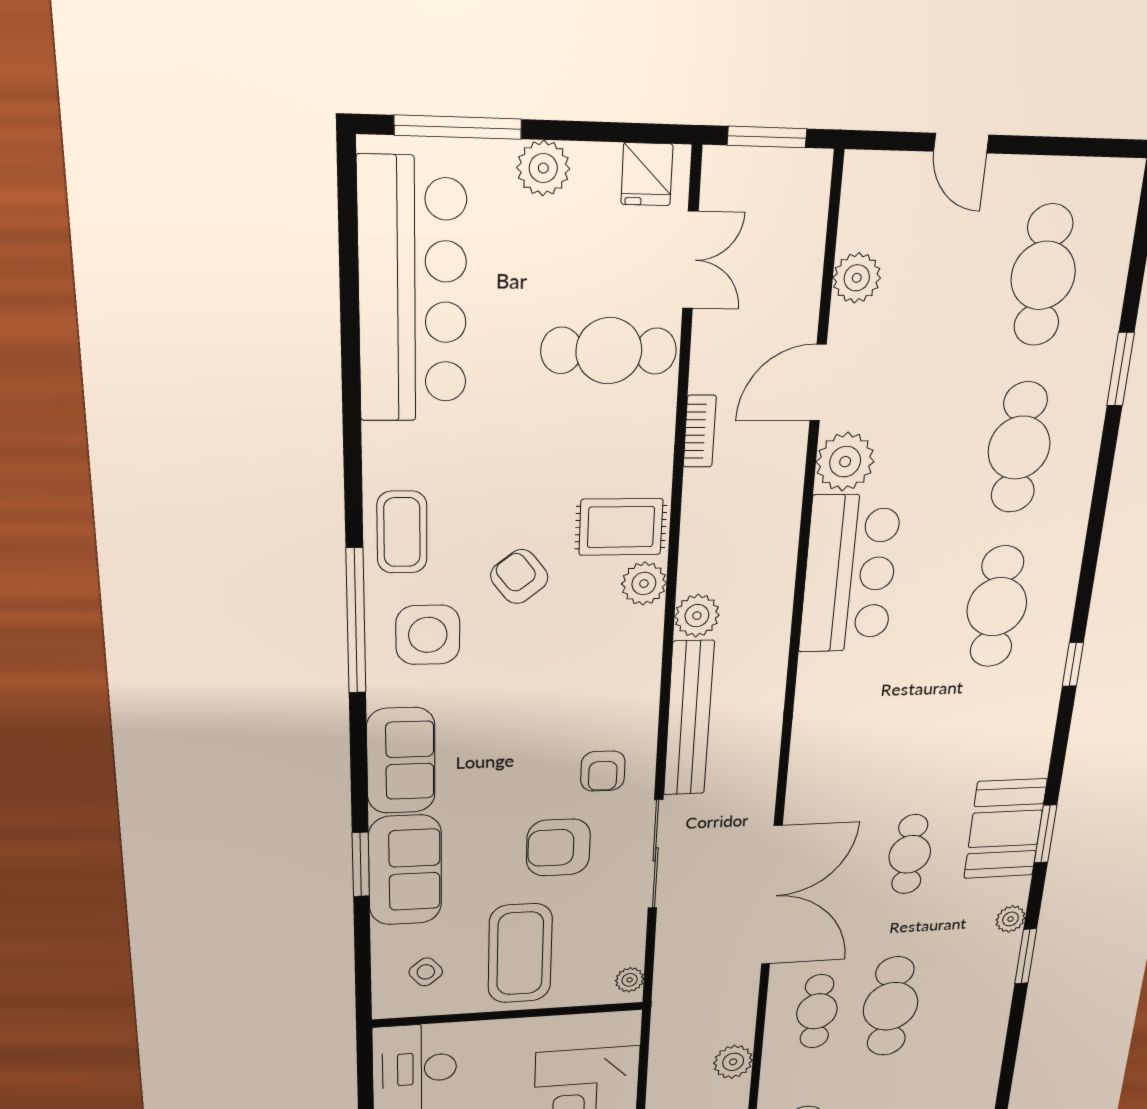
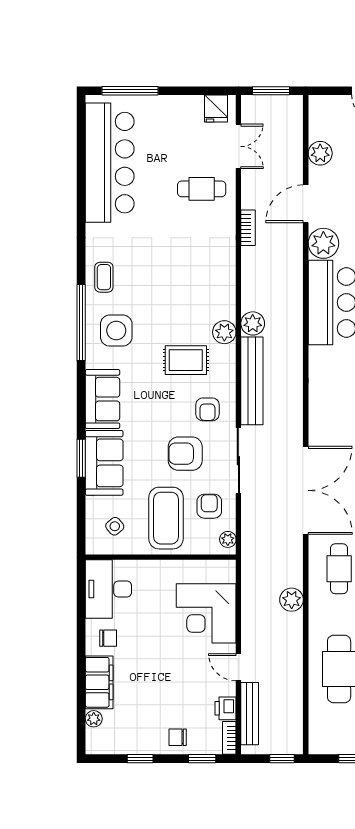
plant: (543, 168) -> (168, 107), removed
cafe table: (609, 351) -> (202, 189), width x0.73, depth x0.74
rug: (621, 527) -> (186, 360), moved
coffee table: (402, 532) -> (104, 277), width x0.73, depth x0.77
armchair: (519, 577) -> (209, 506), moved, turned 38
plant: (644, 584) -> (224, 332), moved

